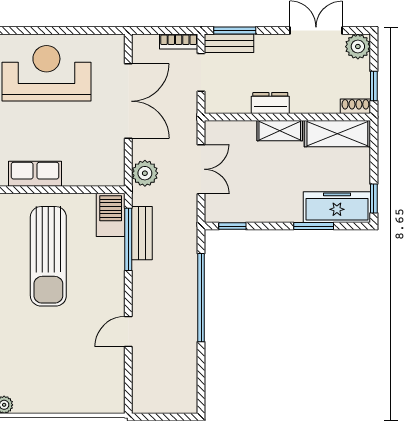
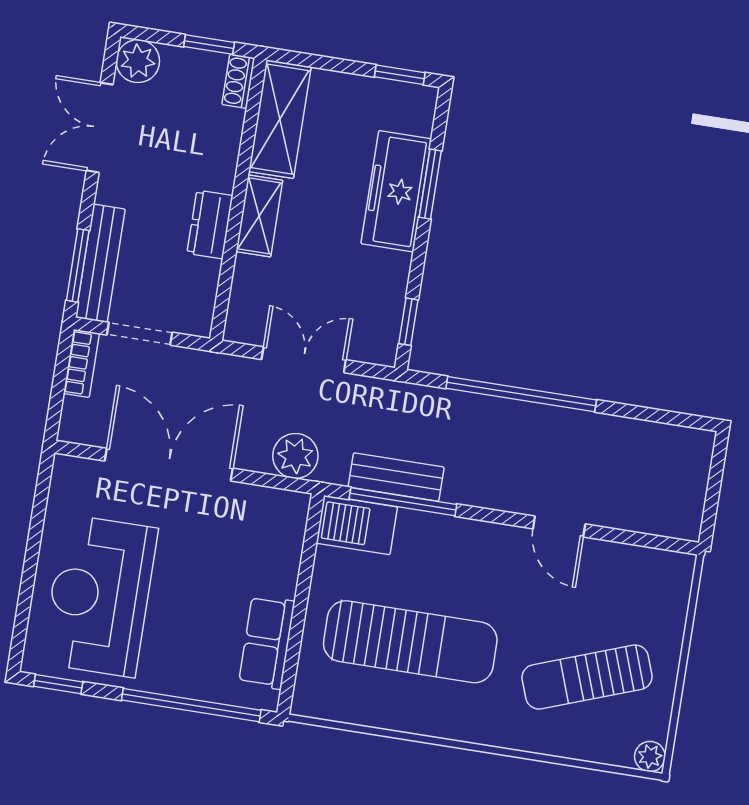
bench: (229, 43) -> (100, 263), width x1.36
freezer: (337, 207) -> (396, 191), moved
sun lounger: (44, 361) -> (587, 677), added

